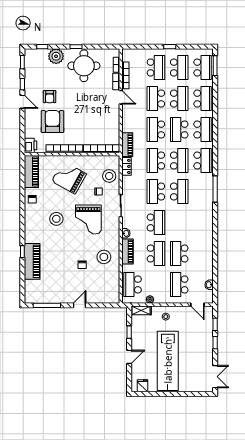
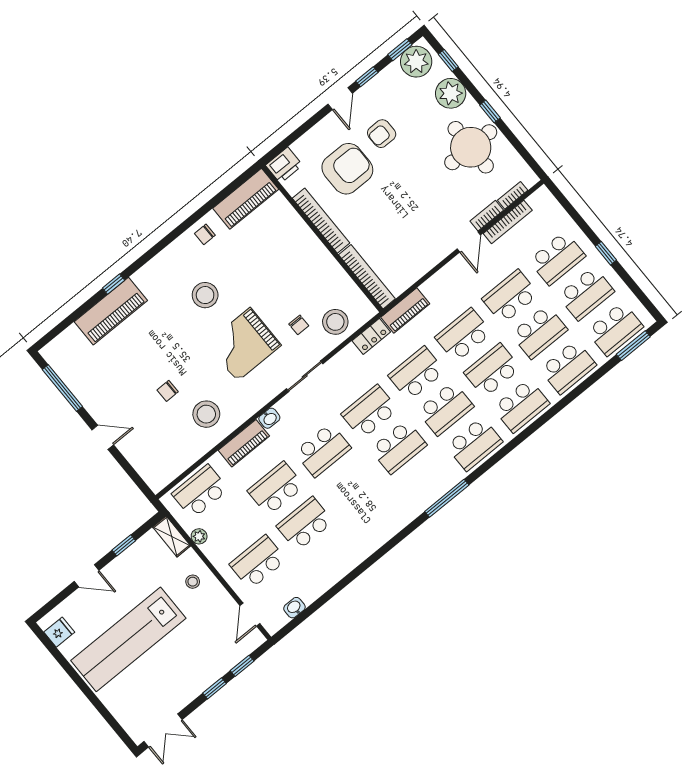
plant: (32, 60) -> (416, 62), added
grand piano: (69, 178) -> (283, 263), removed
school desk: (156, 253) -> (276, 488), turned 180

